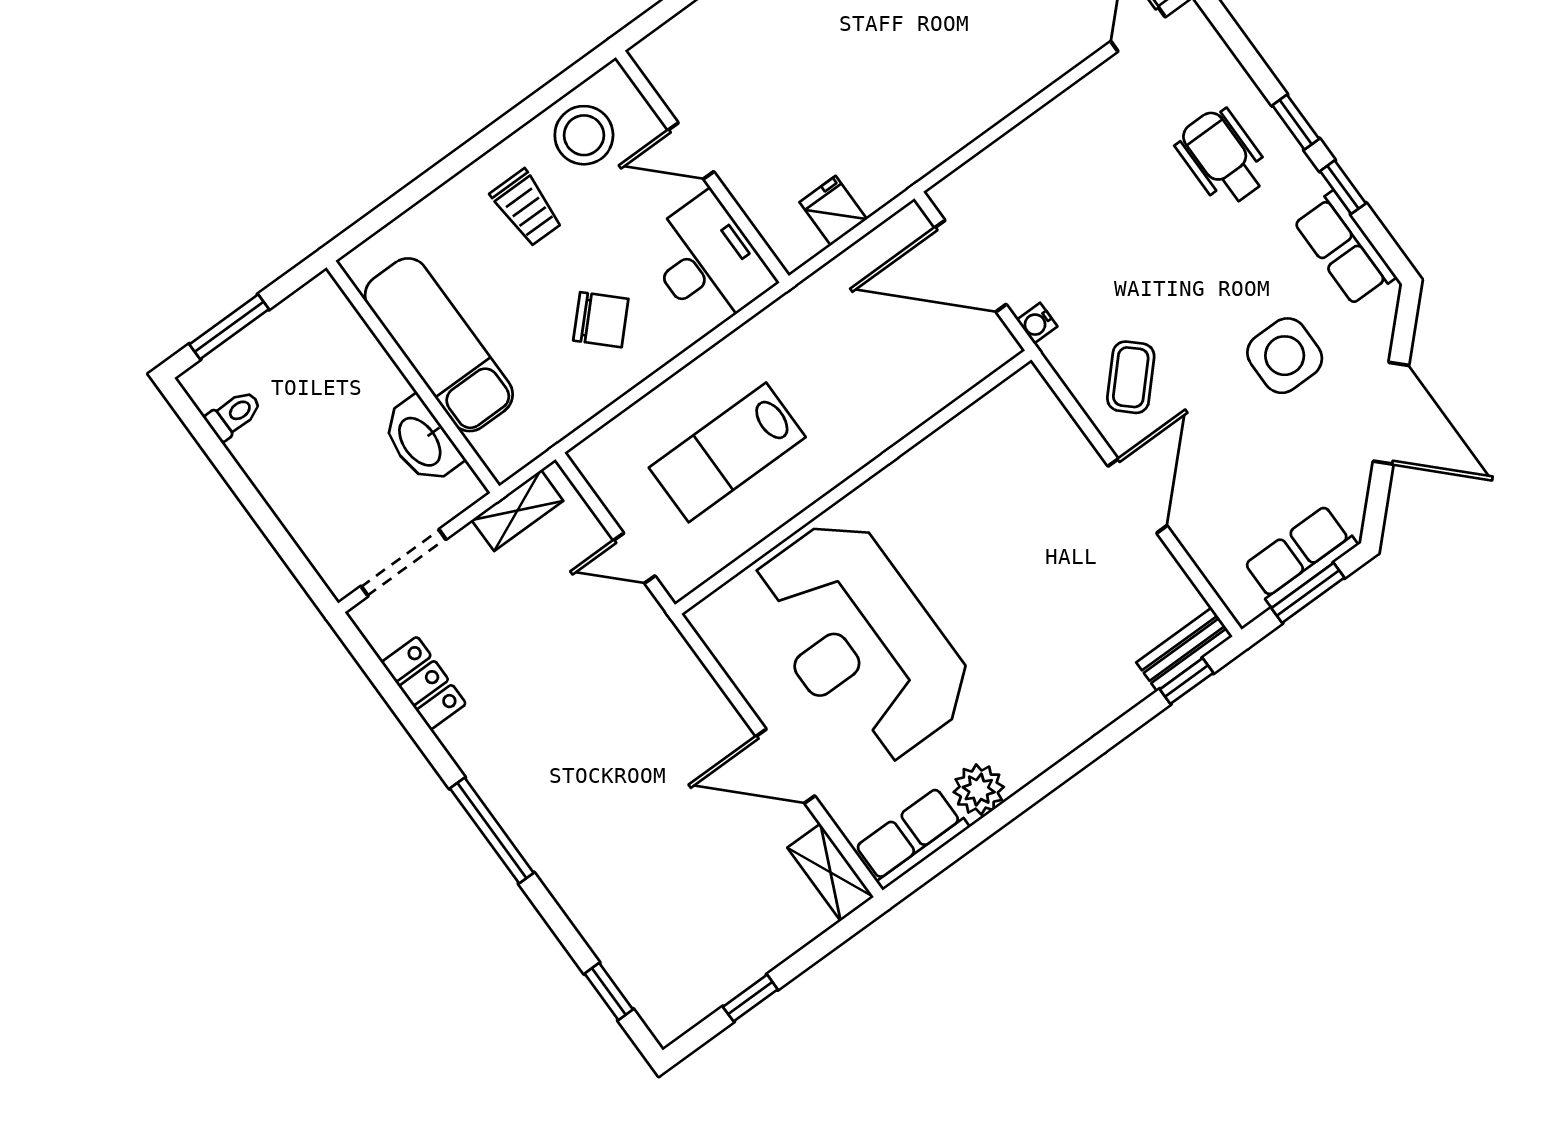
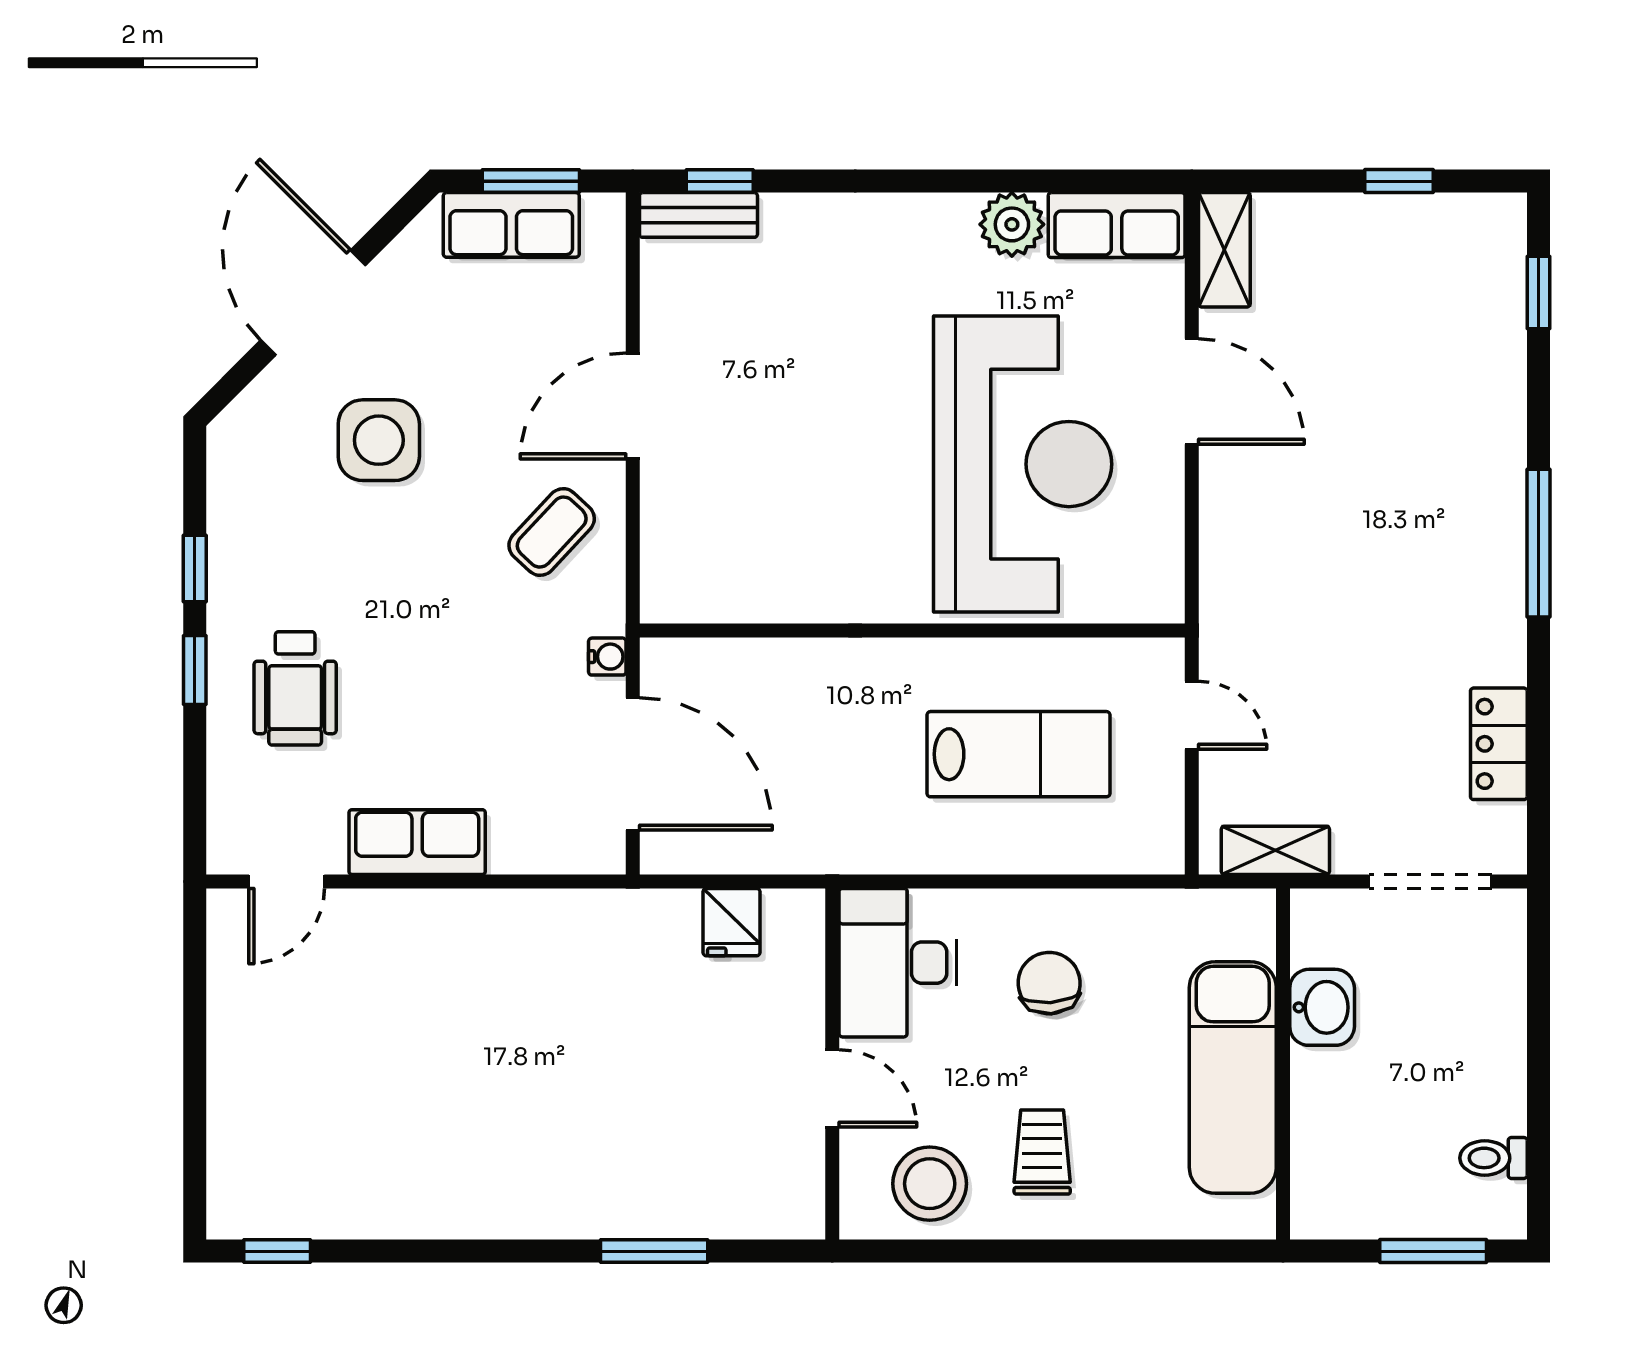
row of seats: (1344, 249) -> (417, 842), moved, turned -90
chair: (601, 320) -> (1049, 983), turned 42
washbasin: (421, 441) -> (1322, 1007), width x0.72

